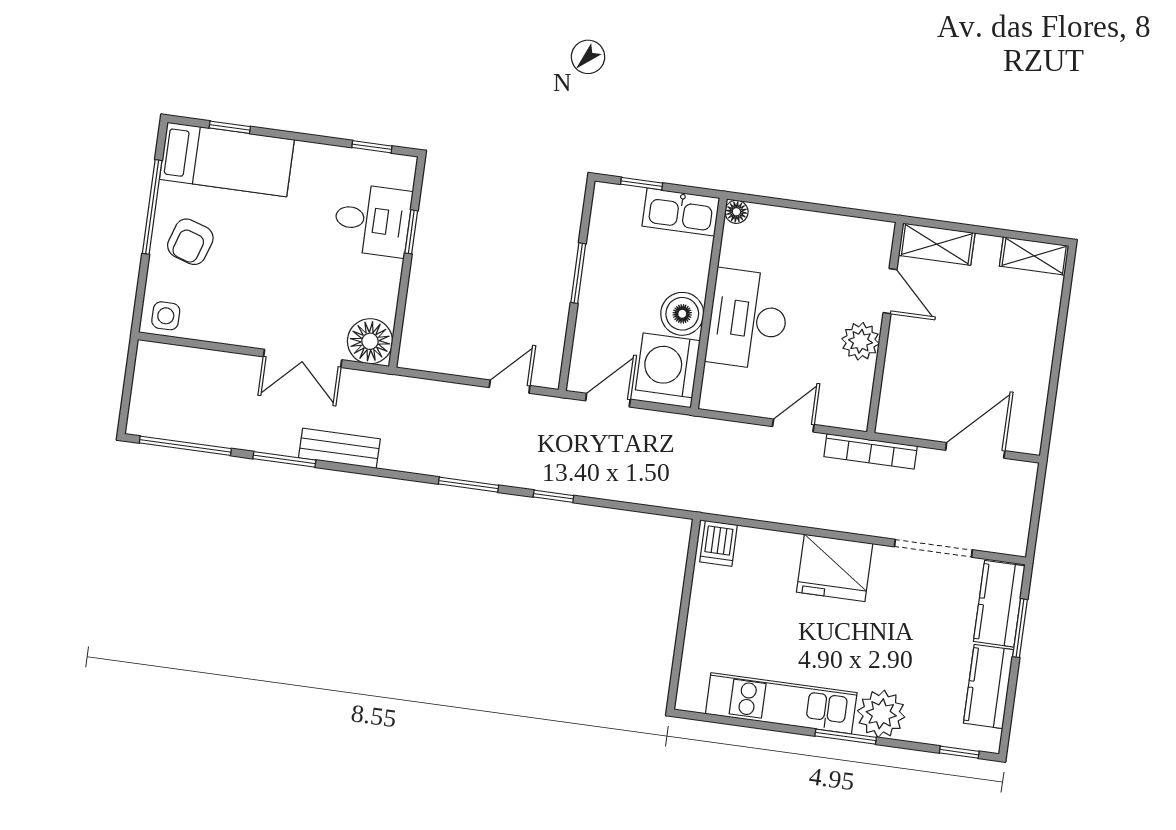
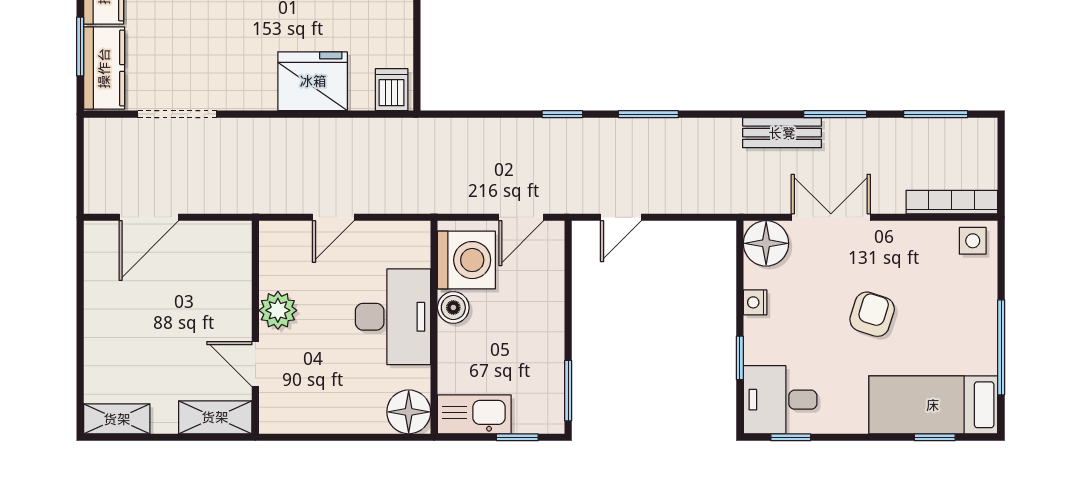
floor lamp: (736, 212) -> (409, 412), width x1.89, depth x1.89
desk: (372, 220) -> (780, 400), moved
armchair: (190, 242) -> (872, 314), moved
window: (578, 273) -> (568, 391), moved
nightstand: (389, 285) -> (755, 302), added
boiler: (682, 314) -> (453, 308), width x0.73, depth x0.73
window: (185, 446) -> (936, 114), width x0.69
bookcase: (871, 451) -> (952, 202), moved
fridge: (835, 568) -> (313, 81), moved

